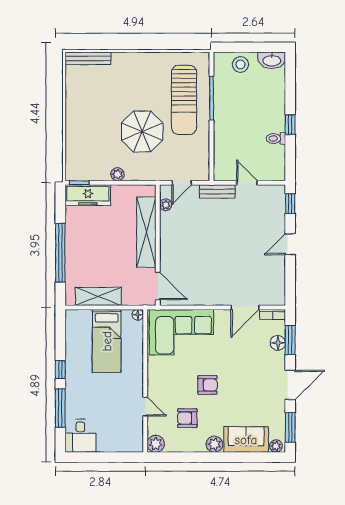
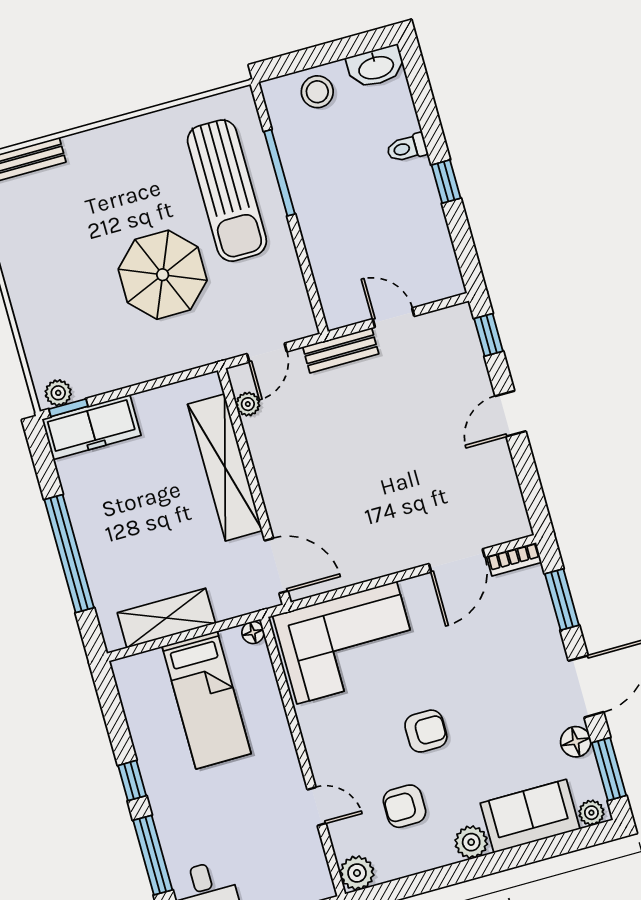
toilet: (276, 138) -> (407, 148), moved
plant: (117, 174) -> (58, 393), moved
floor lamp: (278, 343) -> (576, 742), moved

